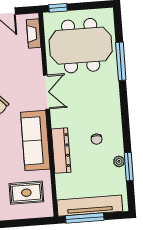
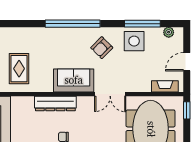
sofa: (35, 141) -> (74, 80), width x0.73

